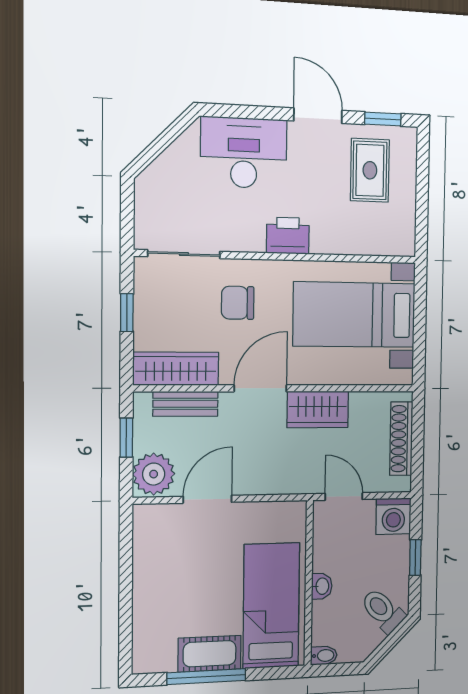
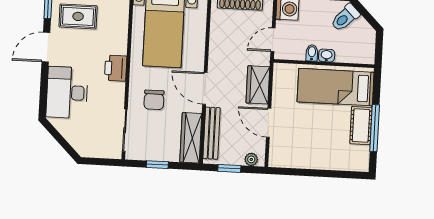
bench: (185, 404) -> (212, 133), width x1.36
wardrobe: (318, 409) -> (258, 85), moved, turned 180
plant: (154, 474) -> (251, 159), width x0.53, depth x0.53
bidet: (324, 656) -> (312, 53), moved

